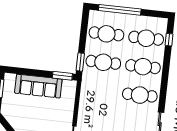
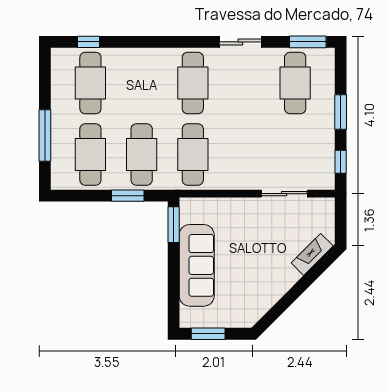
window: (120, 10) -> (45, 136), width x0.68
window: (80, 62) -> (128, 196), moved
cafe table: (143, 67) -> (193, 154), moved

